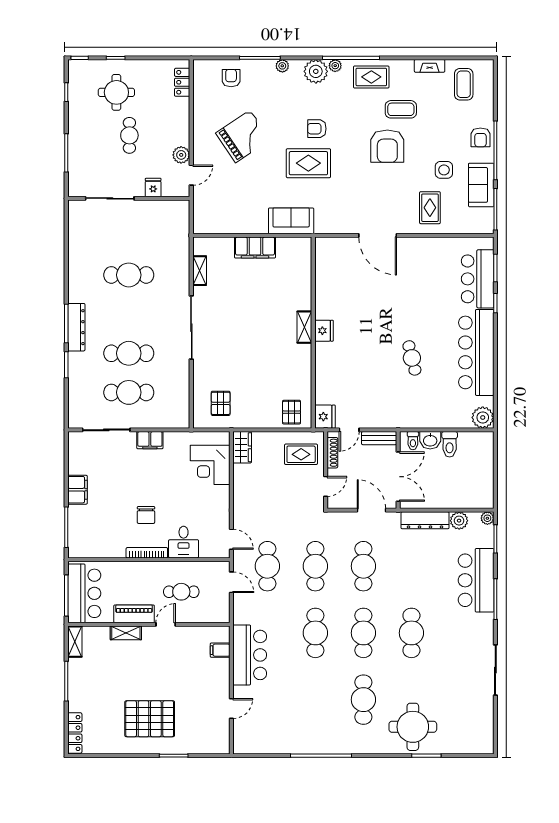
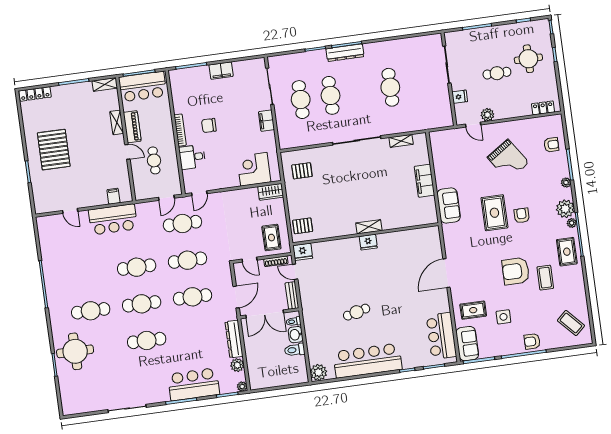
fireplace: (430, 66) -> (581, 295), removed
coffee table: (464, 84) -> (571, 323), turned 47
sofa: (481, 185) -> (467, 344), moved, turned 90
bar counter: (478, 279) -> (441, 336), moved, turned -90

